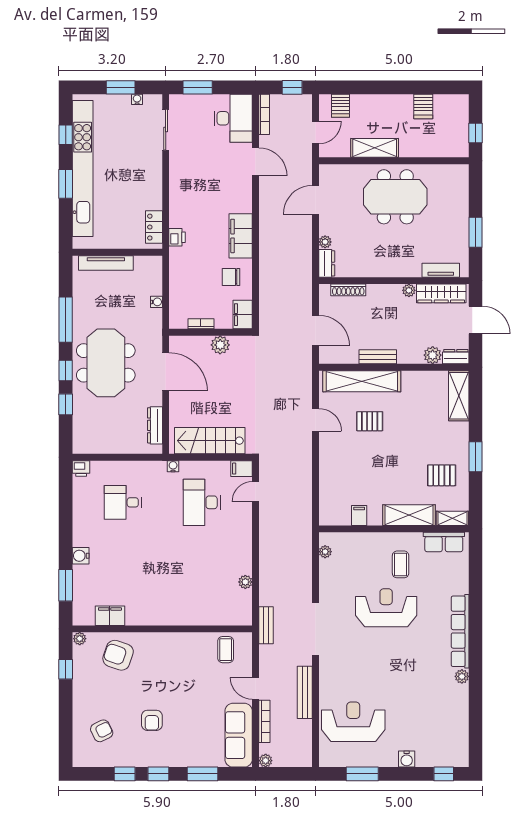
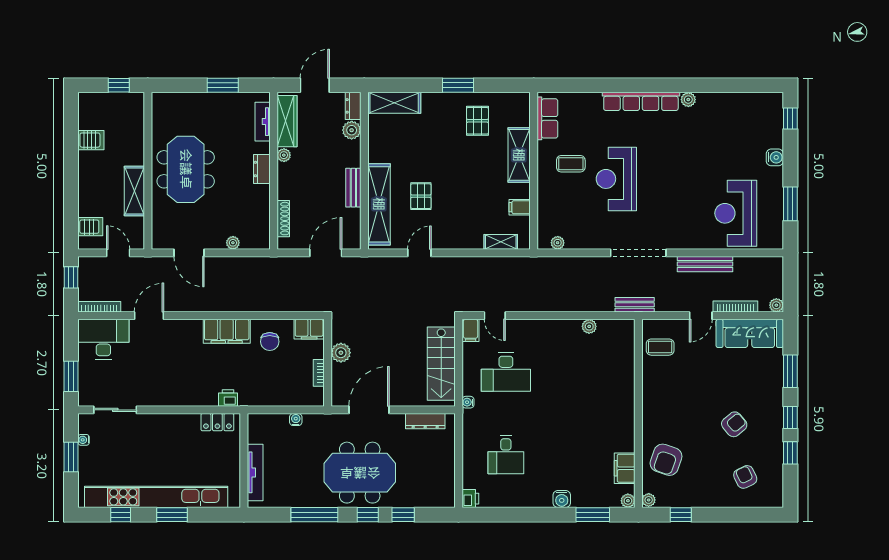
dresser: (327, 263) -> (262, 169), moved, turned -90
shelving: (452, 518) -> (501, 242), moved, turned 90
plant: (79, 619) -> (628, 501), added
armchair: (152, 720) -> (734, 424), turned -40

